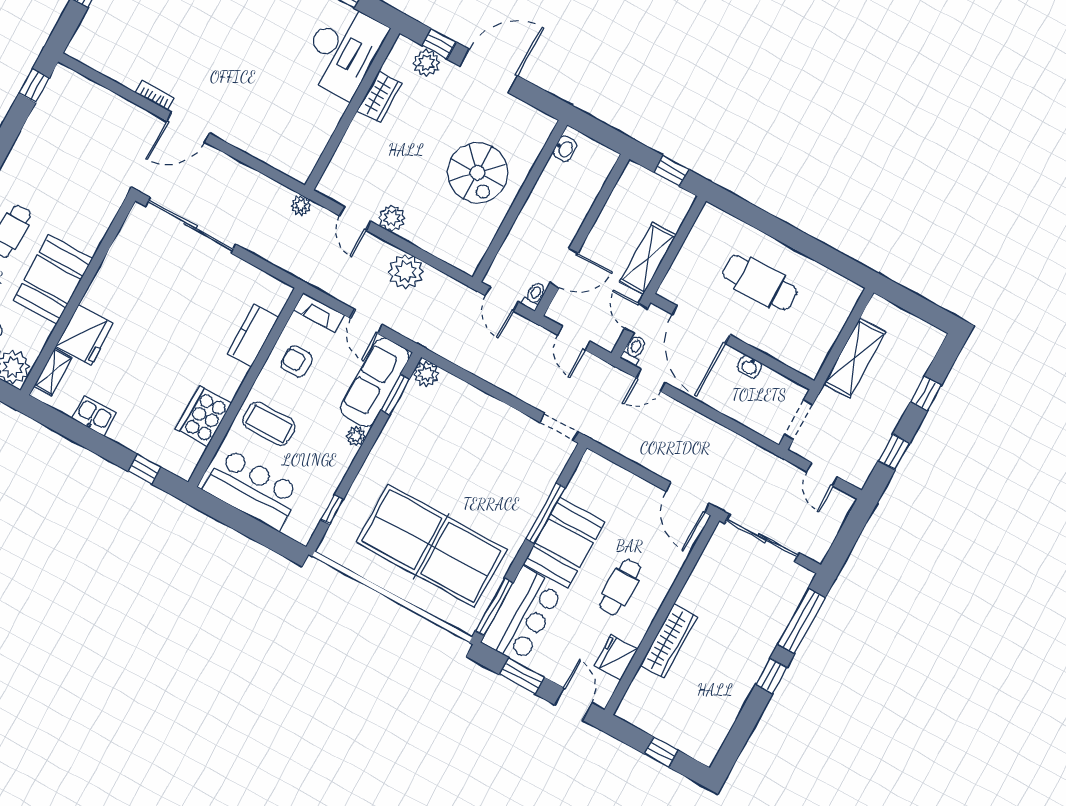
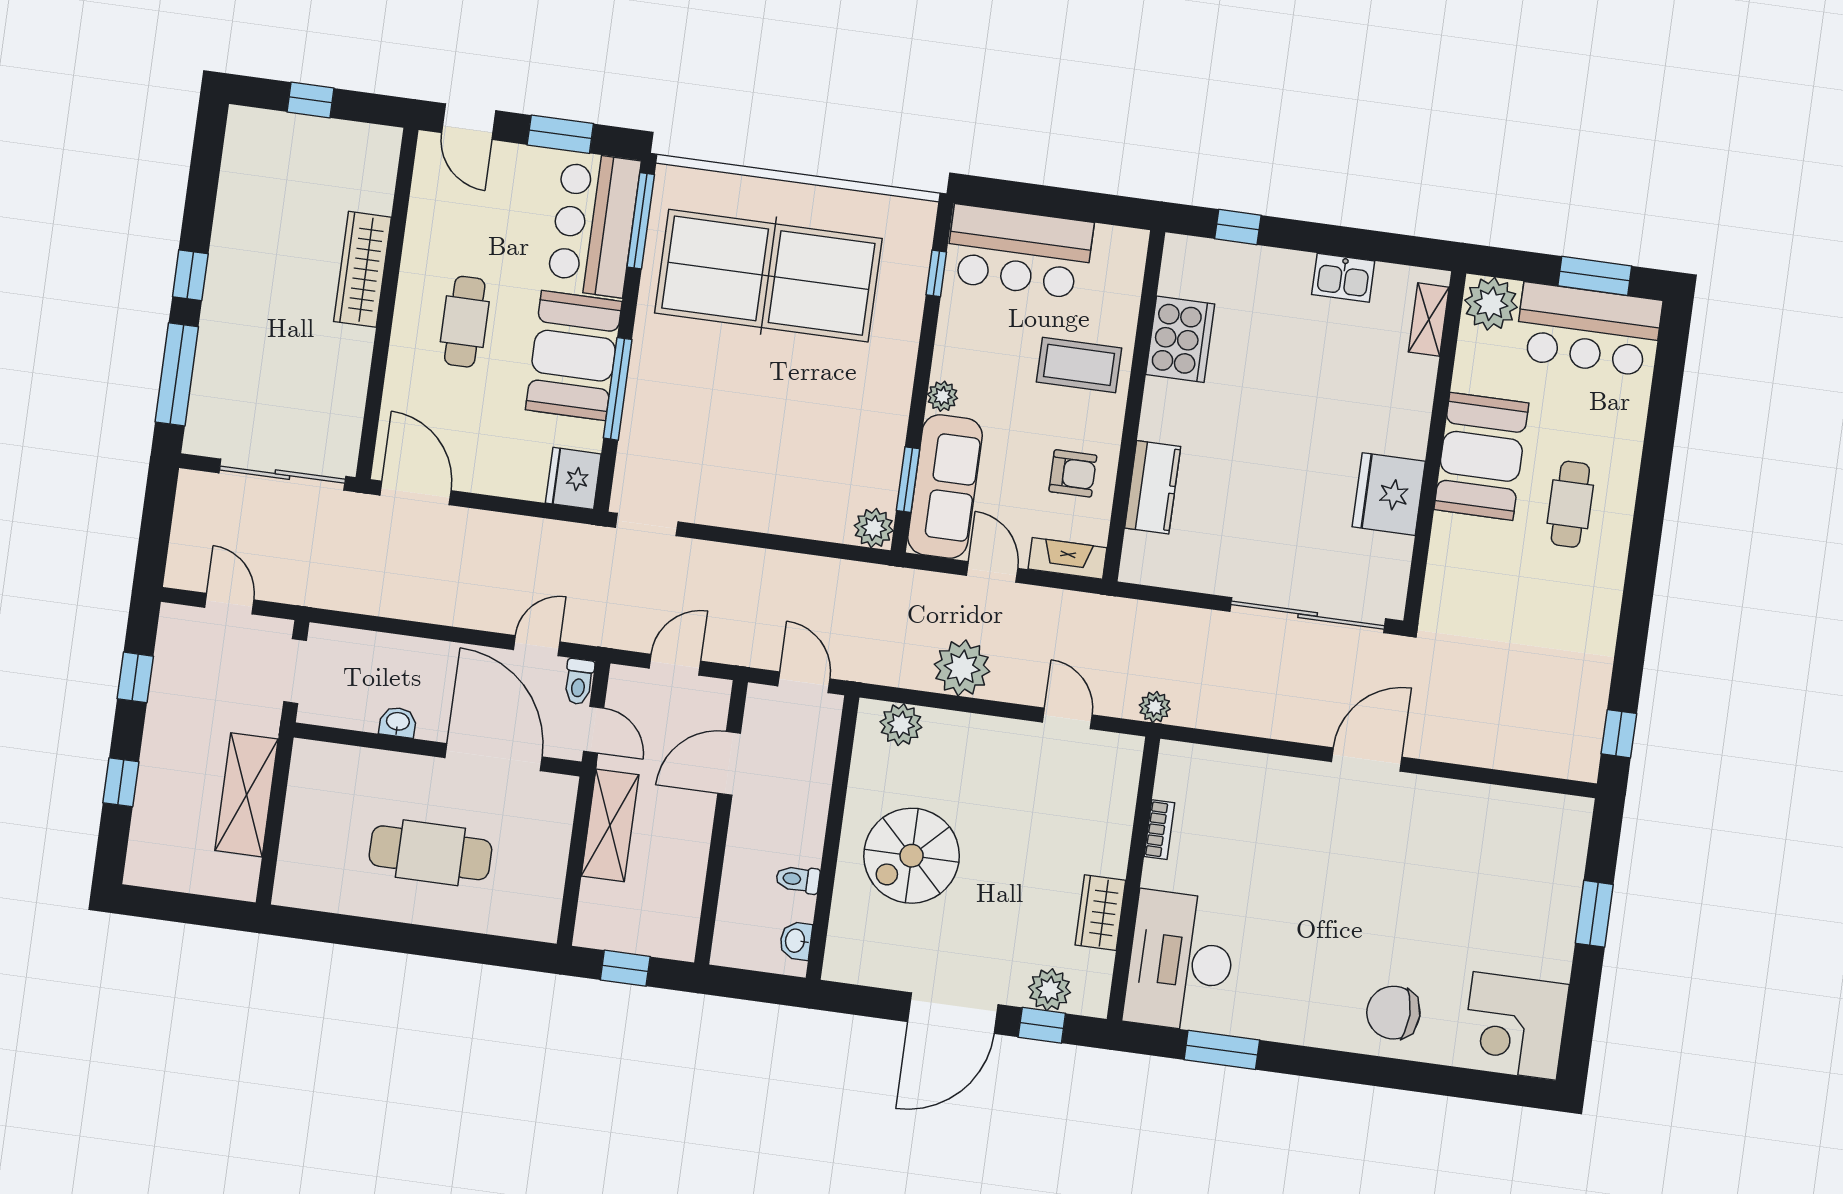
bookcase: (155, 95) -> (1159, 830), moved, turned -90
spiral stairs: (478, 173) -> (912, 856), turned -90
plant: (392, 218) -> (901, 725), moved
toilet: (534, 296) -> (798, 879), moved, turned 90
fridge: (85, 335) -> (1389, 494), moved
door: (574, 338) -> (675, 665), hinge flipped
bar counter: (252, 489) -> (1019, 252), moved
fridge: (616, 657) -> (573, 478), moved, turned 180

